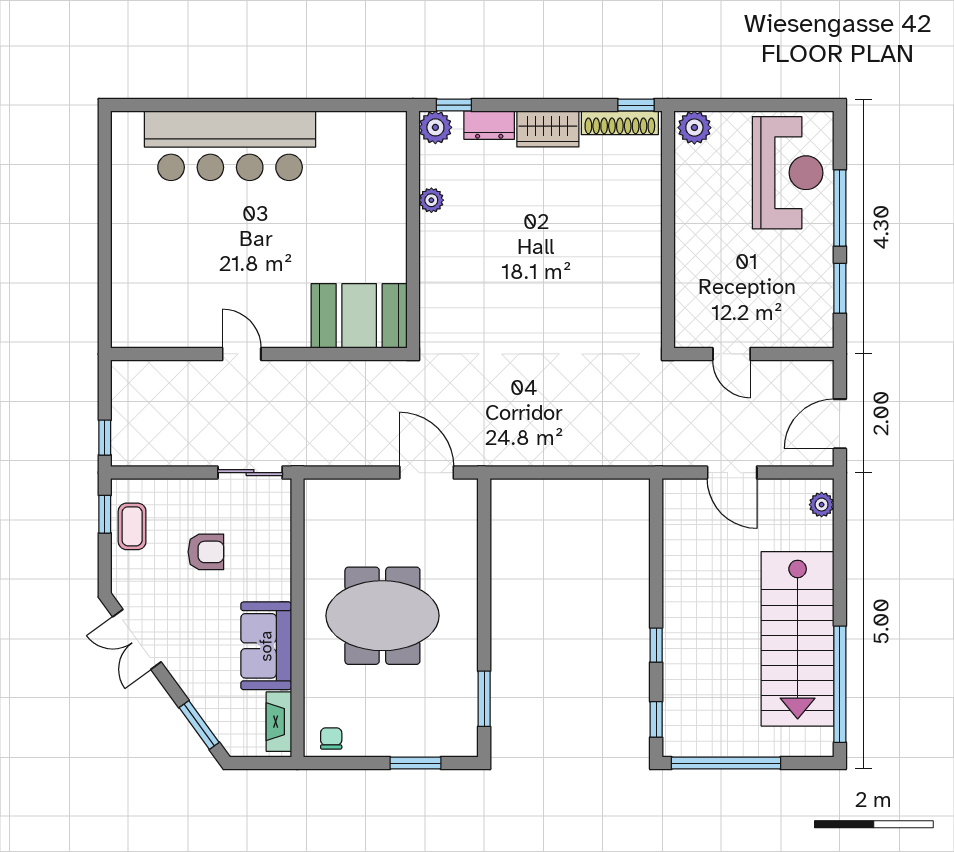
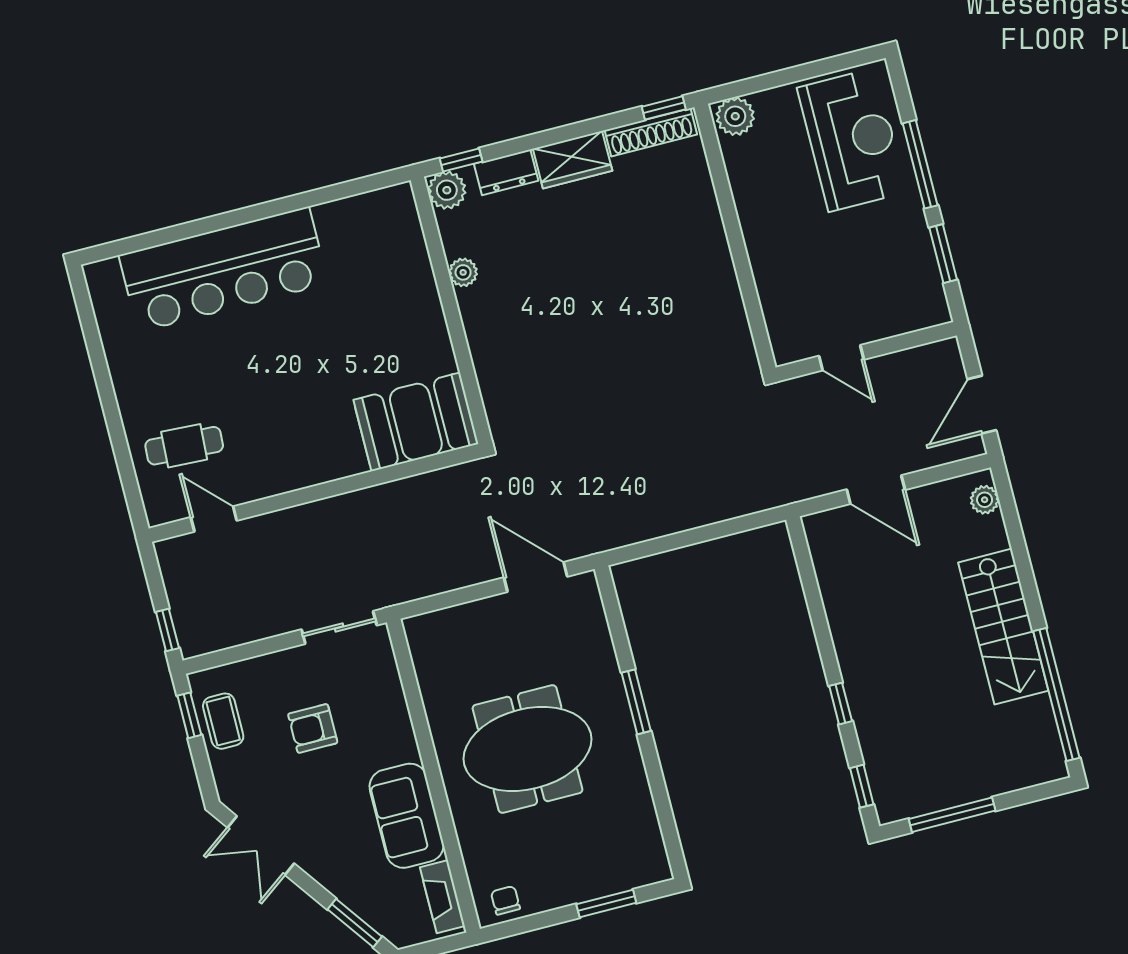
cafe table: (159, 286) -> (184, 446), added
door: (242, 354) -> (214, 519), moved
armchair: (206, 552) -> (313, 728), turned 180
stairs: (798, 639) -> (1003, 627), width x0.73, depth x0.66
window: (484, 699) -> (636, 702), moved
window: (726, 763) -> (952, 815), width x0.68

